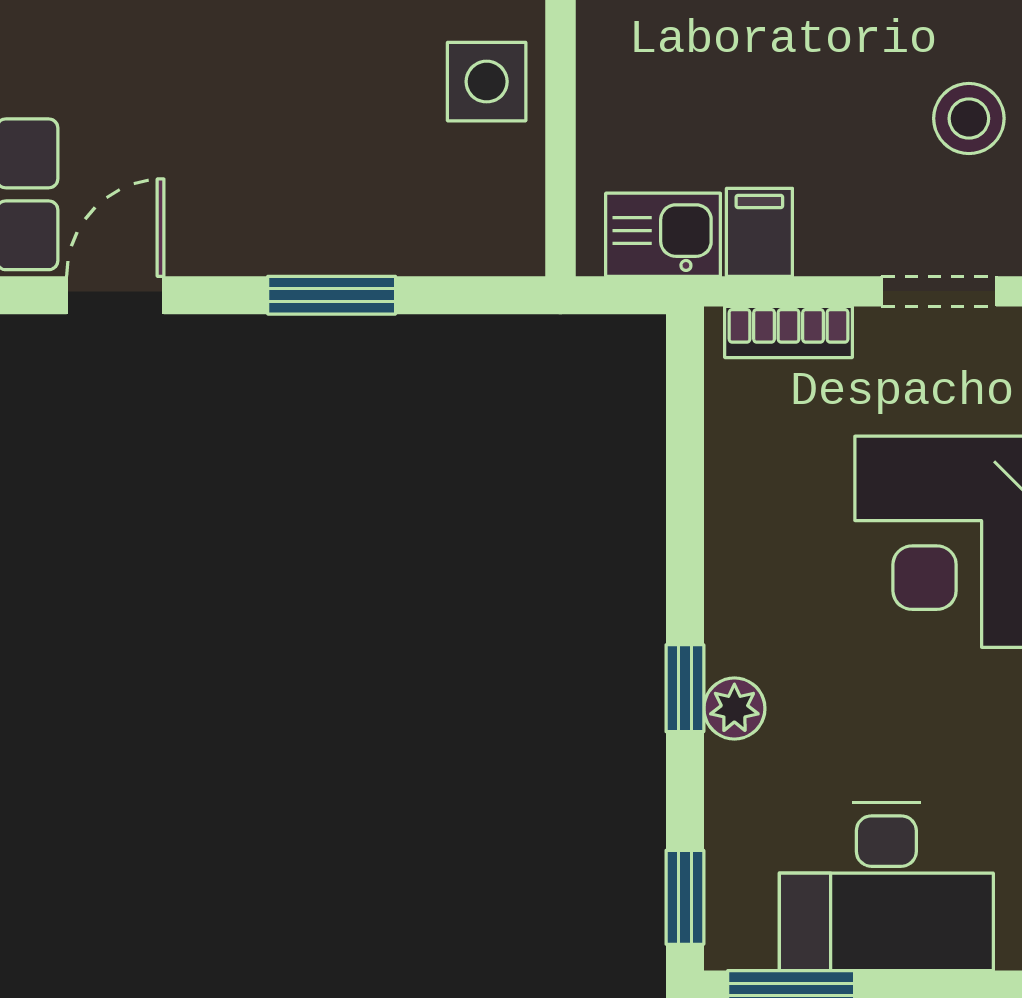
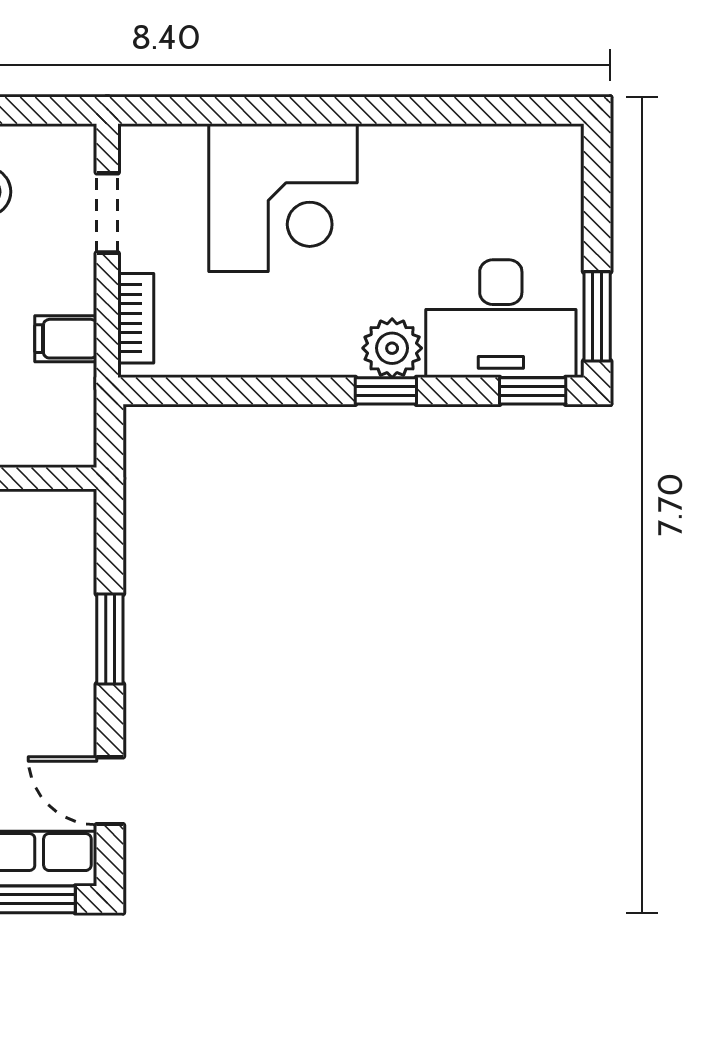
kitchen sink: (663, 235) -> (68, 406), removed
plant: (734, 709) -> (392, 348), width x1.38, depth x1.38
desk: (886, 886) -> (501, 319), moved, turned 90

